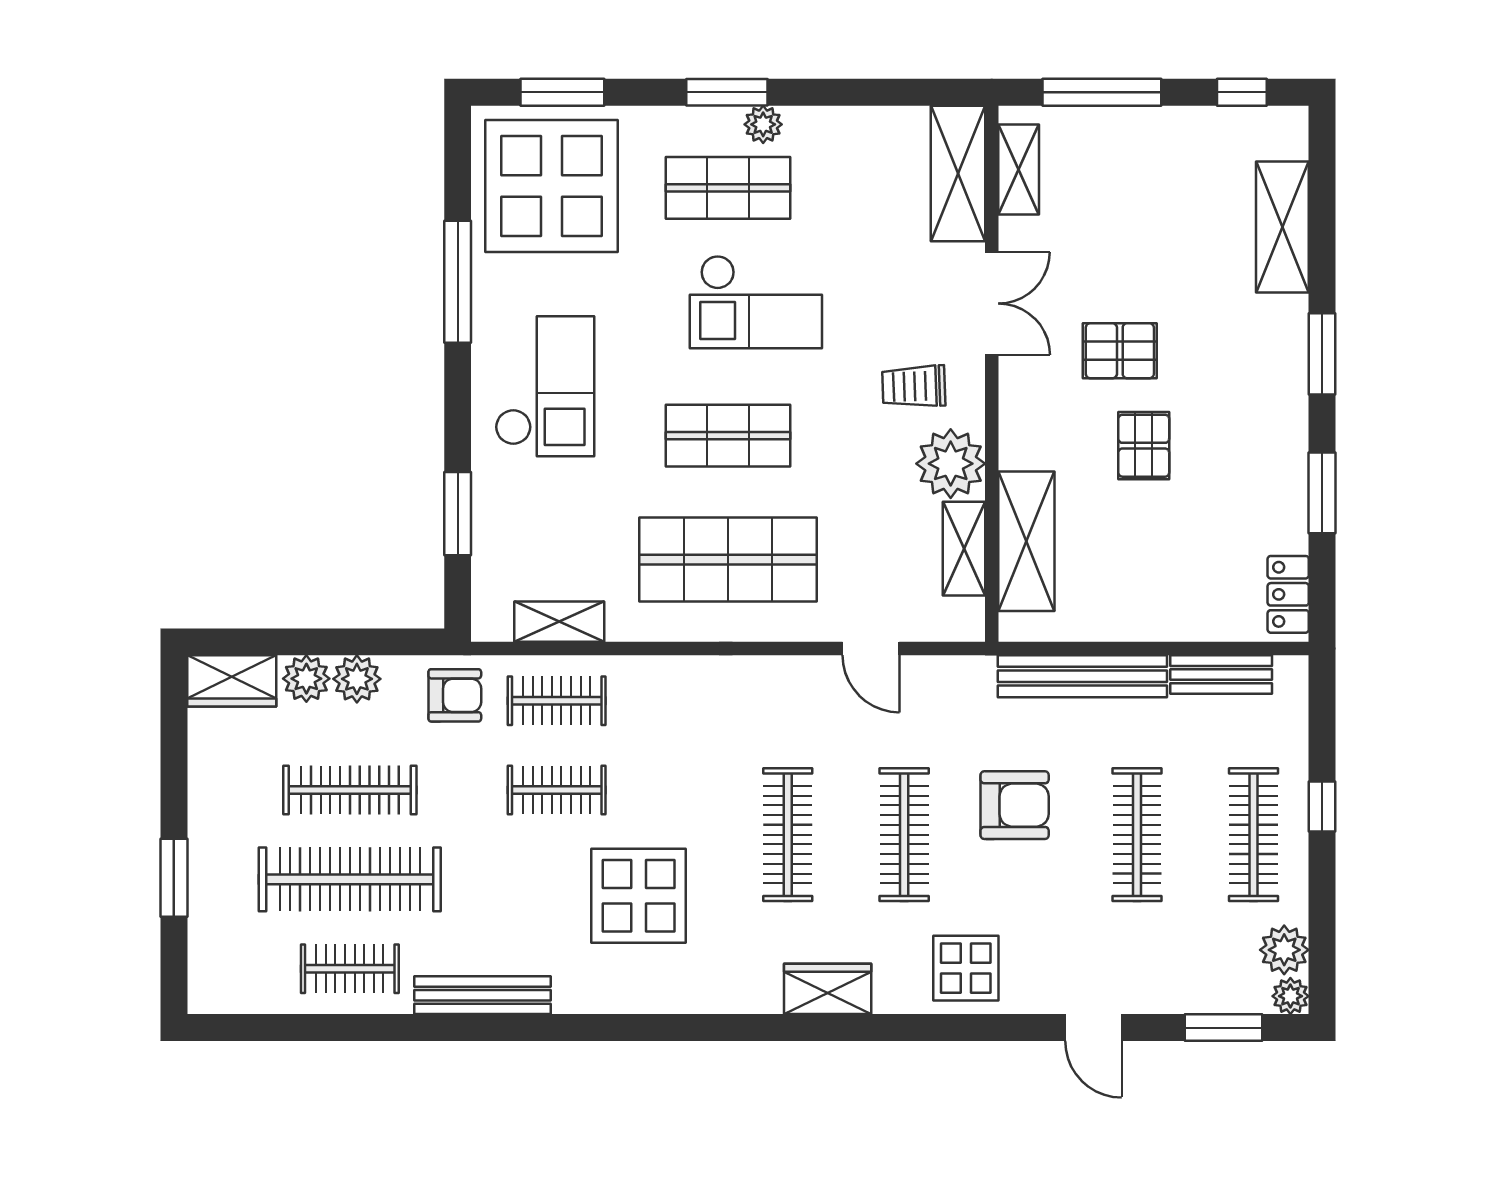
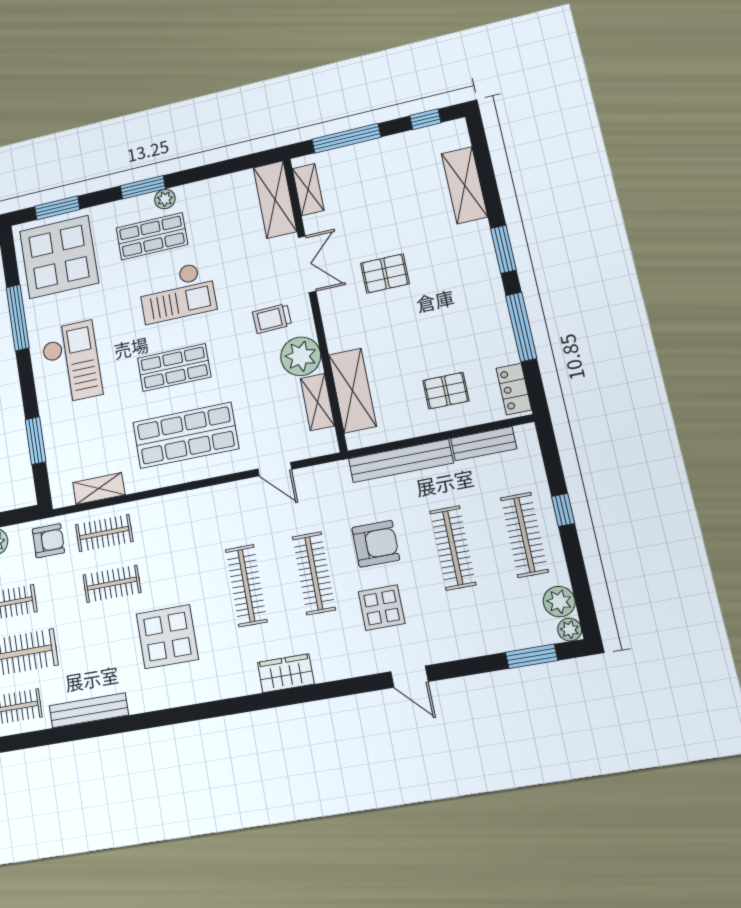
pallet: (1144, 446) -> (446, 391), moved, turned 90
window: (1322, 493) -> (521, 327), width x1.44
display table: (966, 968) -> (382, 608), moved
door: (1093, 1028) -> (409, 677), moved

